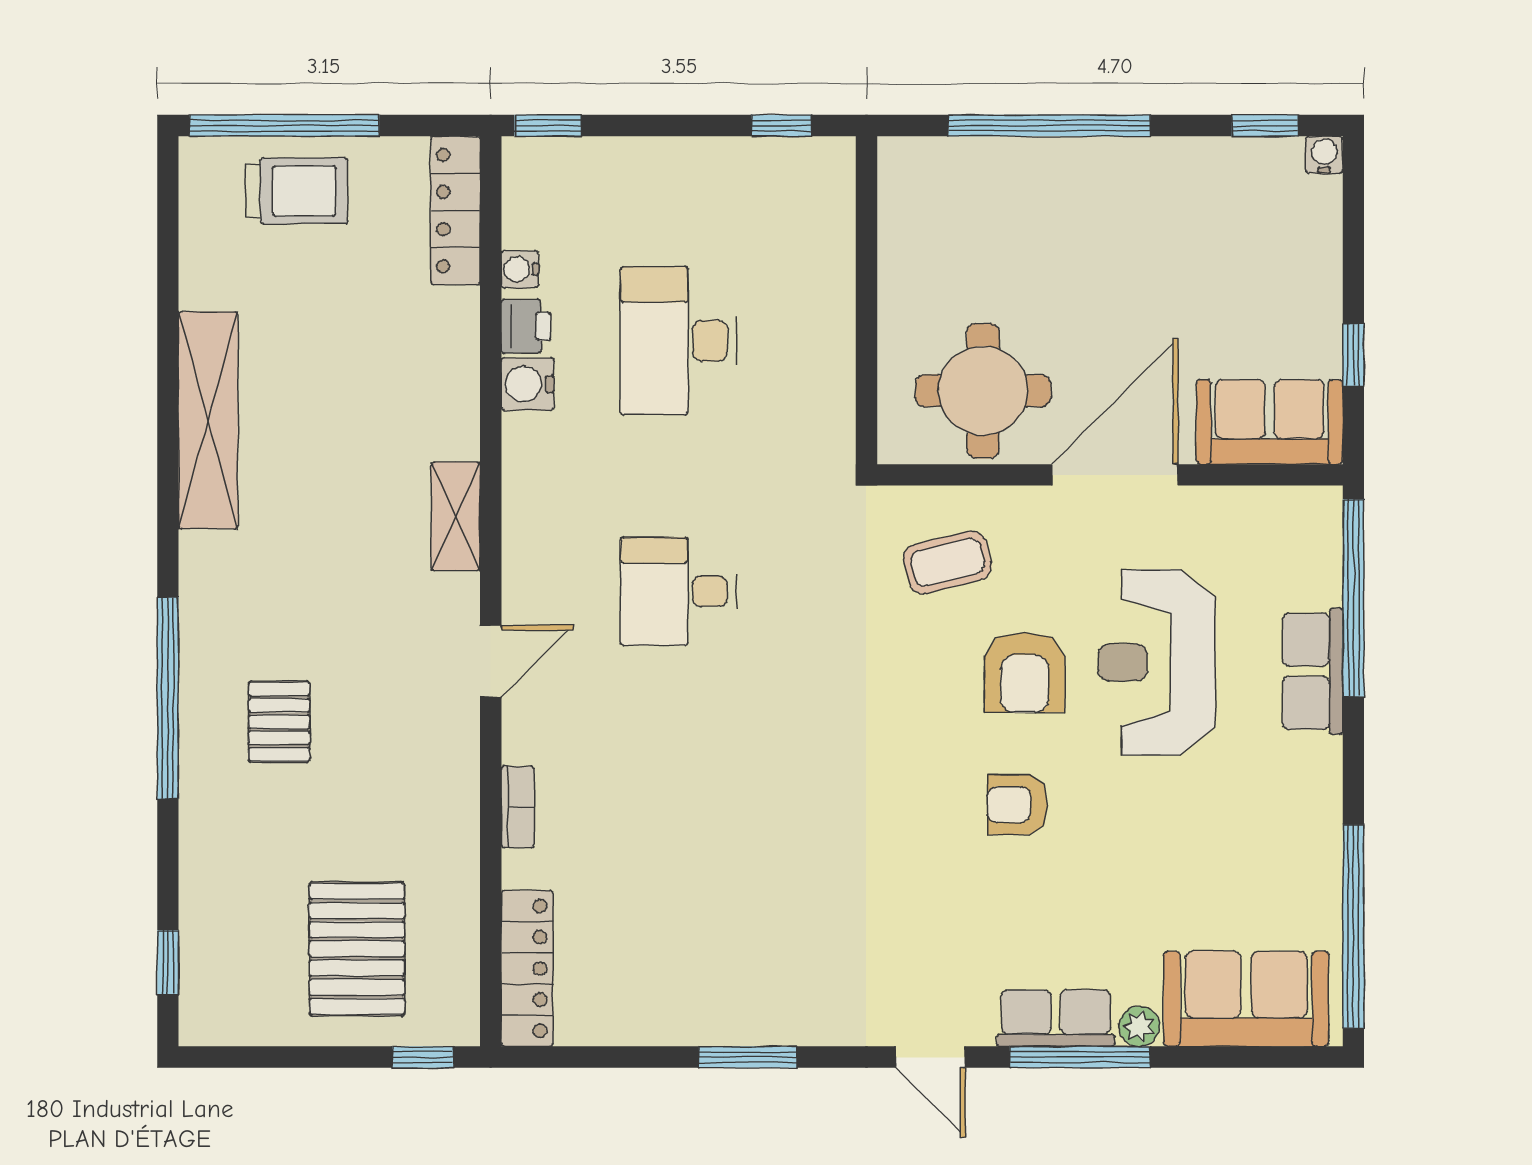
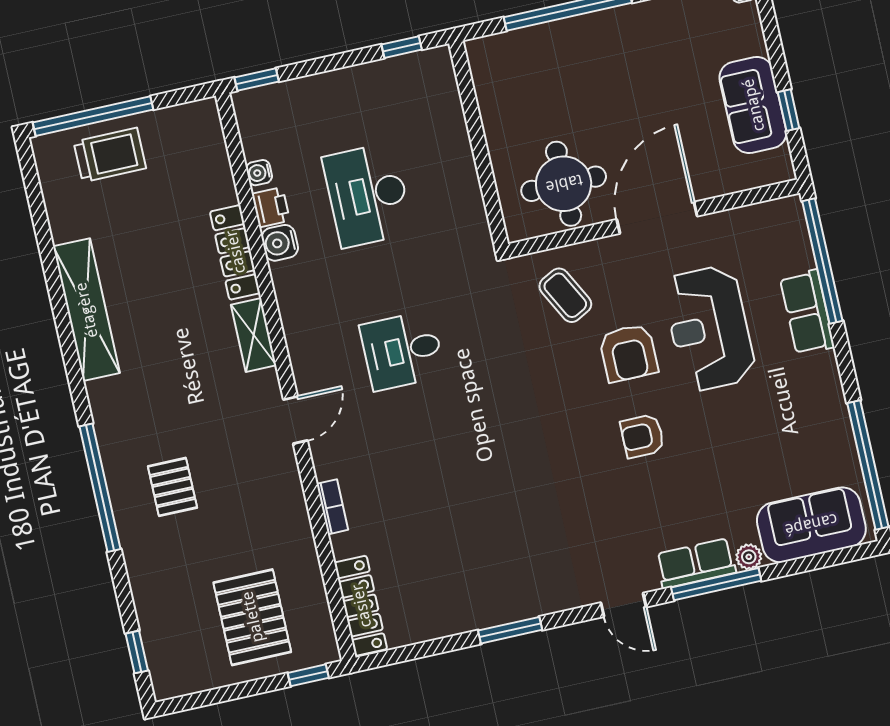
locker: (455, 211) -> (235, 252), moved
sofa: (1270, 422) -> (753, 105), moved, turned -90
coffee table: (947, 562) -> (565, 295), turned 76

